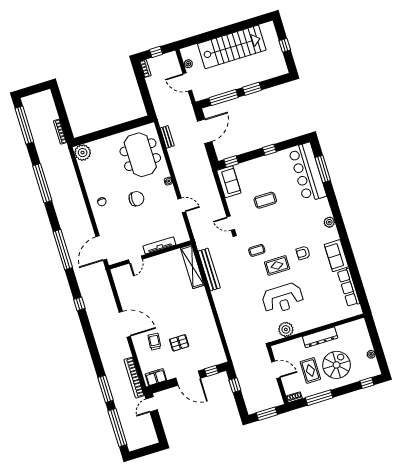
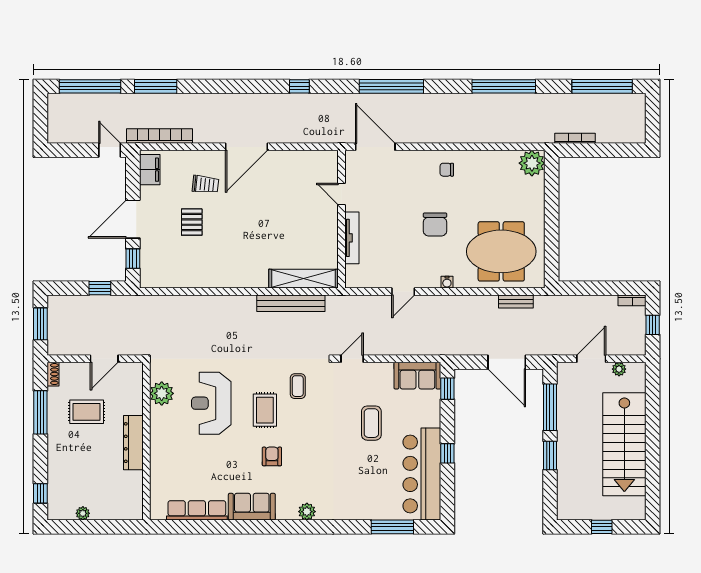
bar counter: (307, 172) -> (422, 474), moved, turned -90
spiral stairs: (337, 365) -> (83, 455), removed

